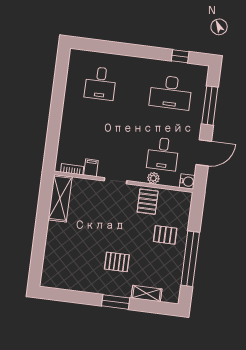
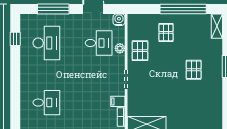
pallet: (148, 202) -> (140, 51), turned 90
shelving: (147, 294) -> (217, 26), moved

